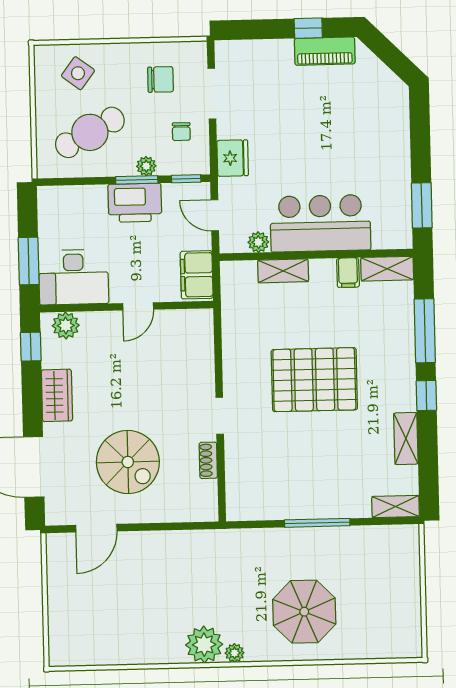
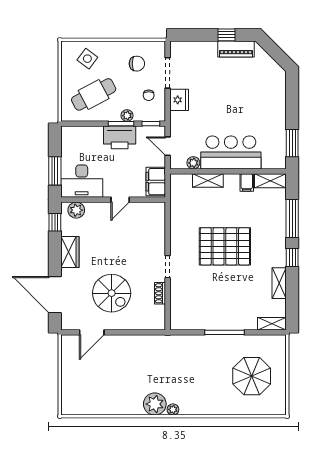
fridge: (233, 158) -> (179, 100), moved
parasol: (304, 612) -> (252, 376), moved

